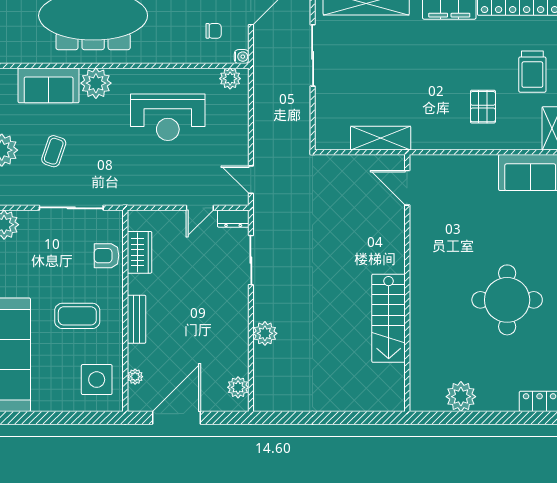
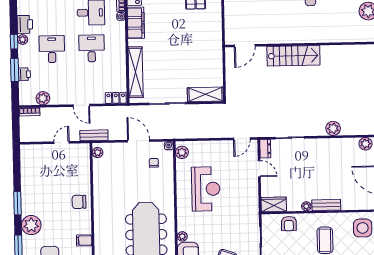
plant: (96, 83) -> (182, 236), width x0.53, depth x0.53
shelving: (381, 138) -> (205, 94), moved, turned 90
wardrobe: (139, 252) -> (274, 204), moved
stairs: (389, 318) -> (293, 56), moved
plant: (135, 377) -> (306, 206), moved

